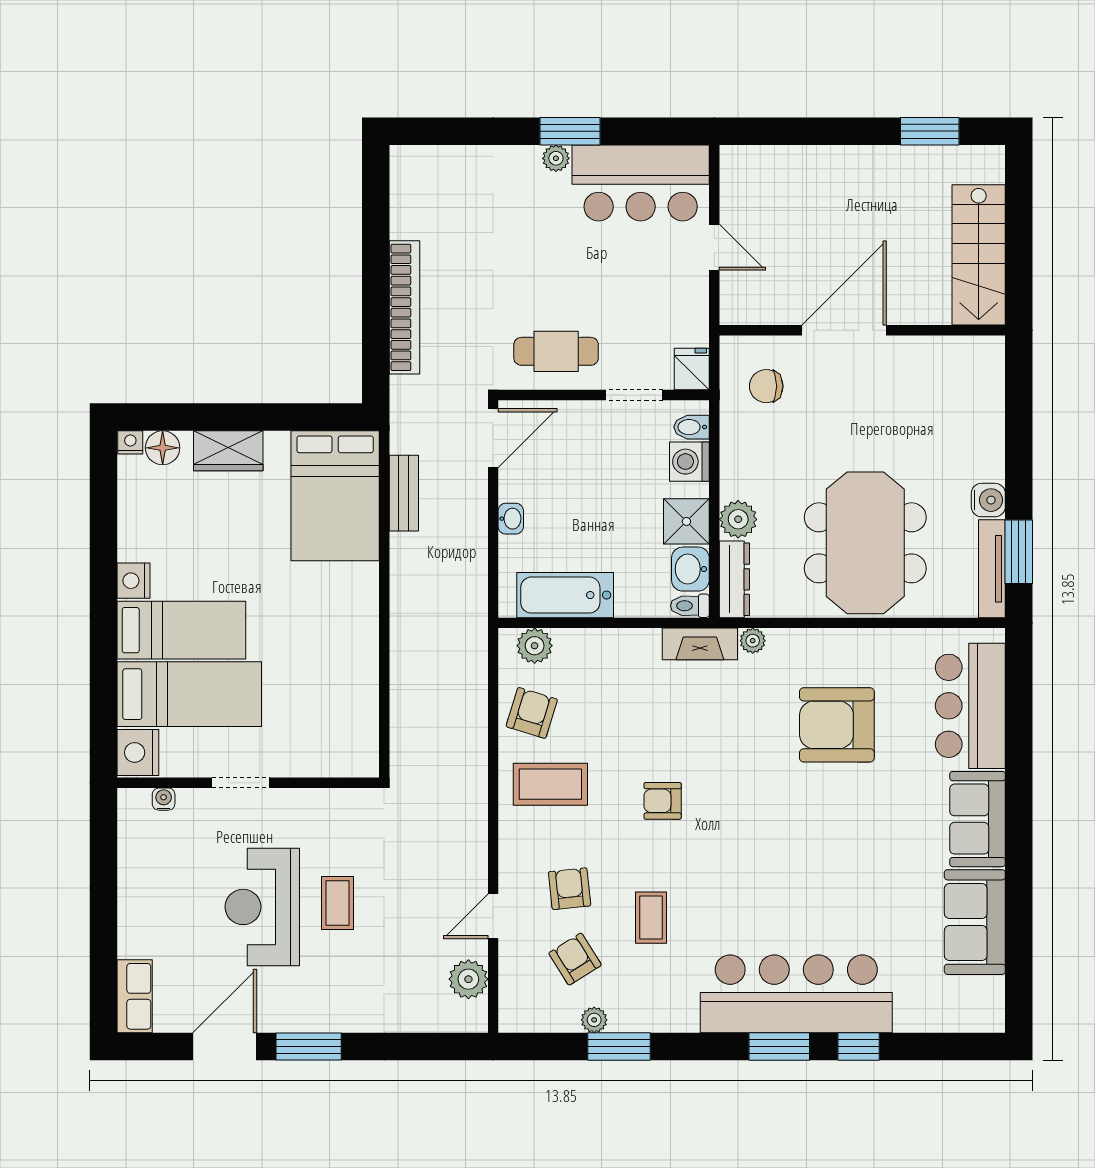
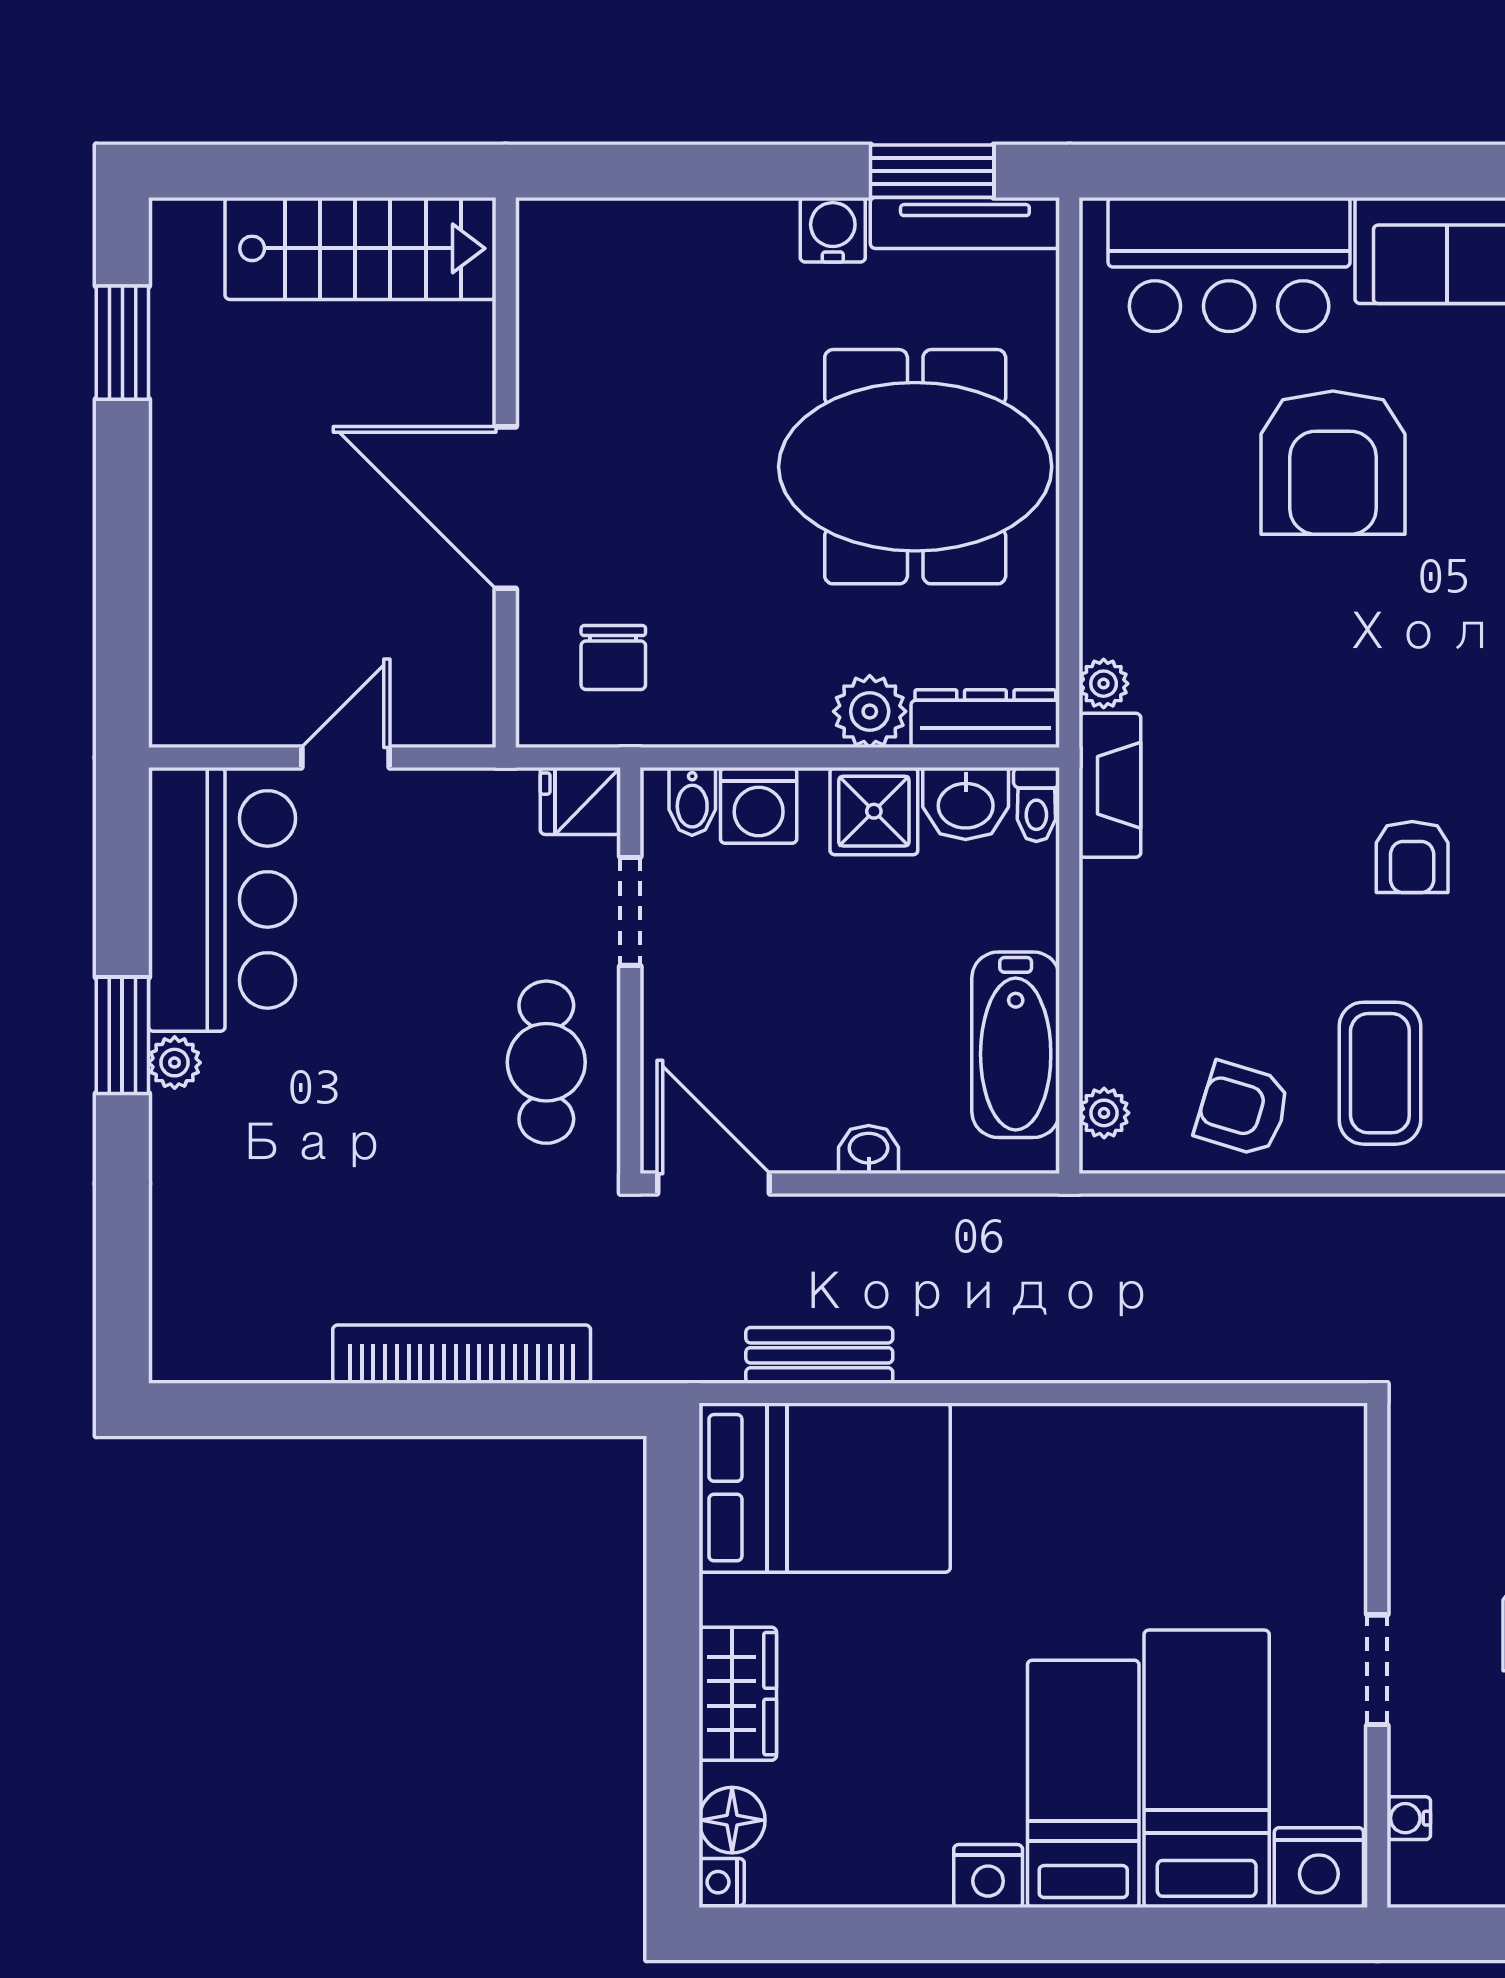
plant: (535, 646) -> (1104, 1113), width x0.73, depth x0.73
armchair: (837, 725) -> (1333, 463), moved

